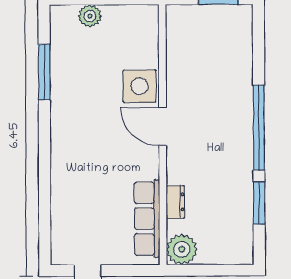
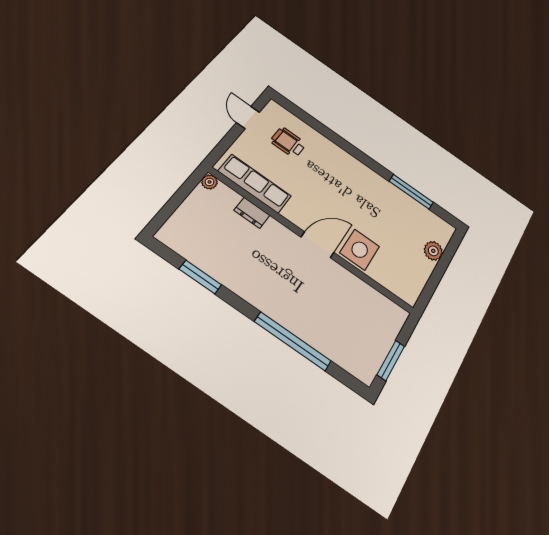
window: (259, 128) -> (293, 341), moved
wheelchair: (84, 218) -> (288, 142), added
plant: (182, 249) -> (209, 182), width x0.53, depth x0.53

